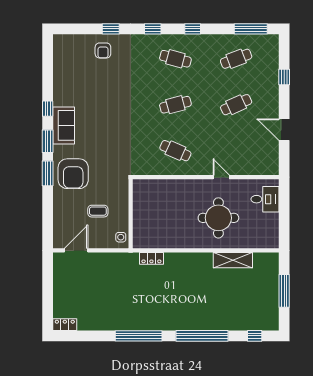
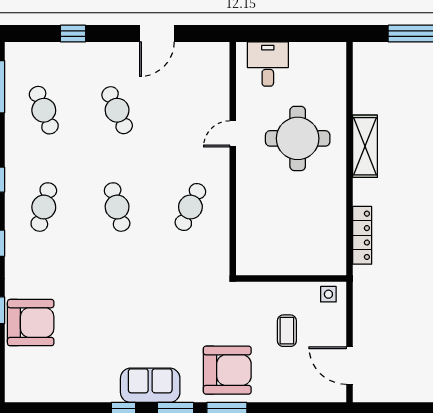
armchair: (103, 50) -> (31, 323), width x1.88, depth x1.88
locker: (151, 258) -> (362, 235), width x1.53
shelving: (233, 260) -> (365, 146), moved

